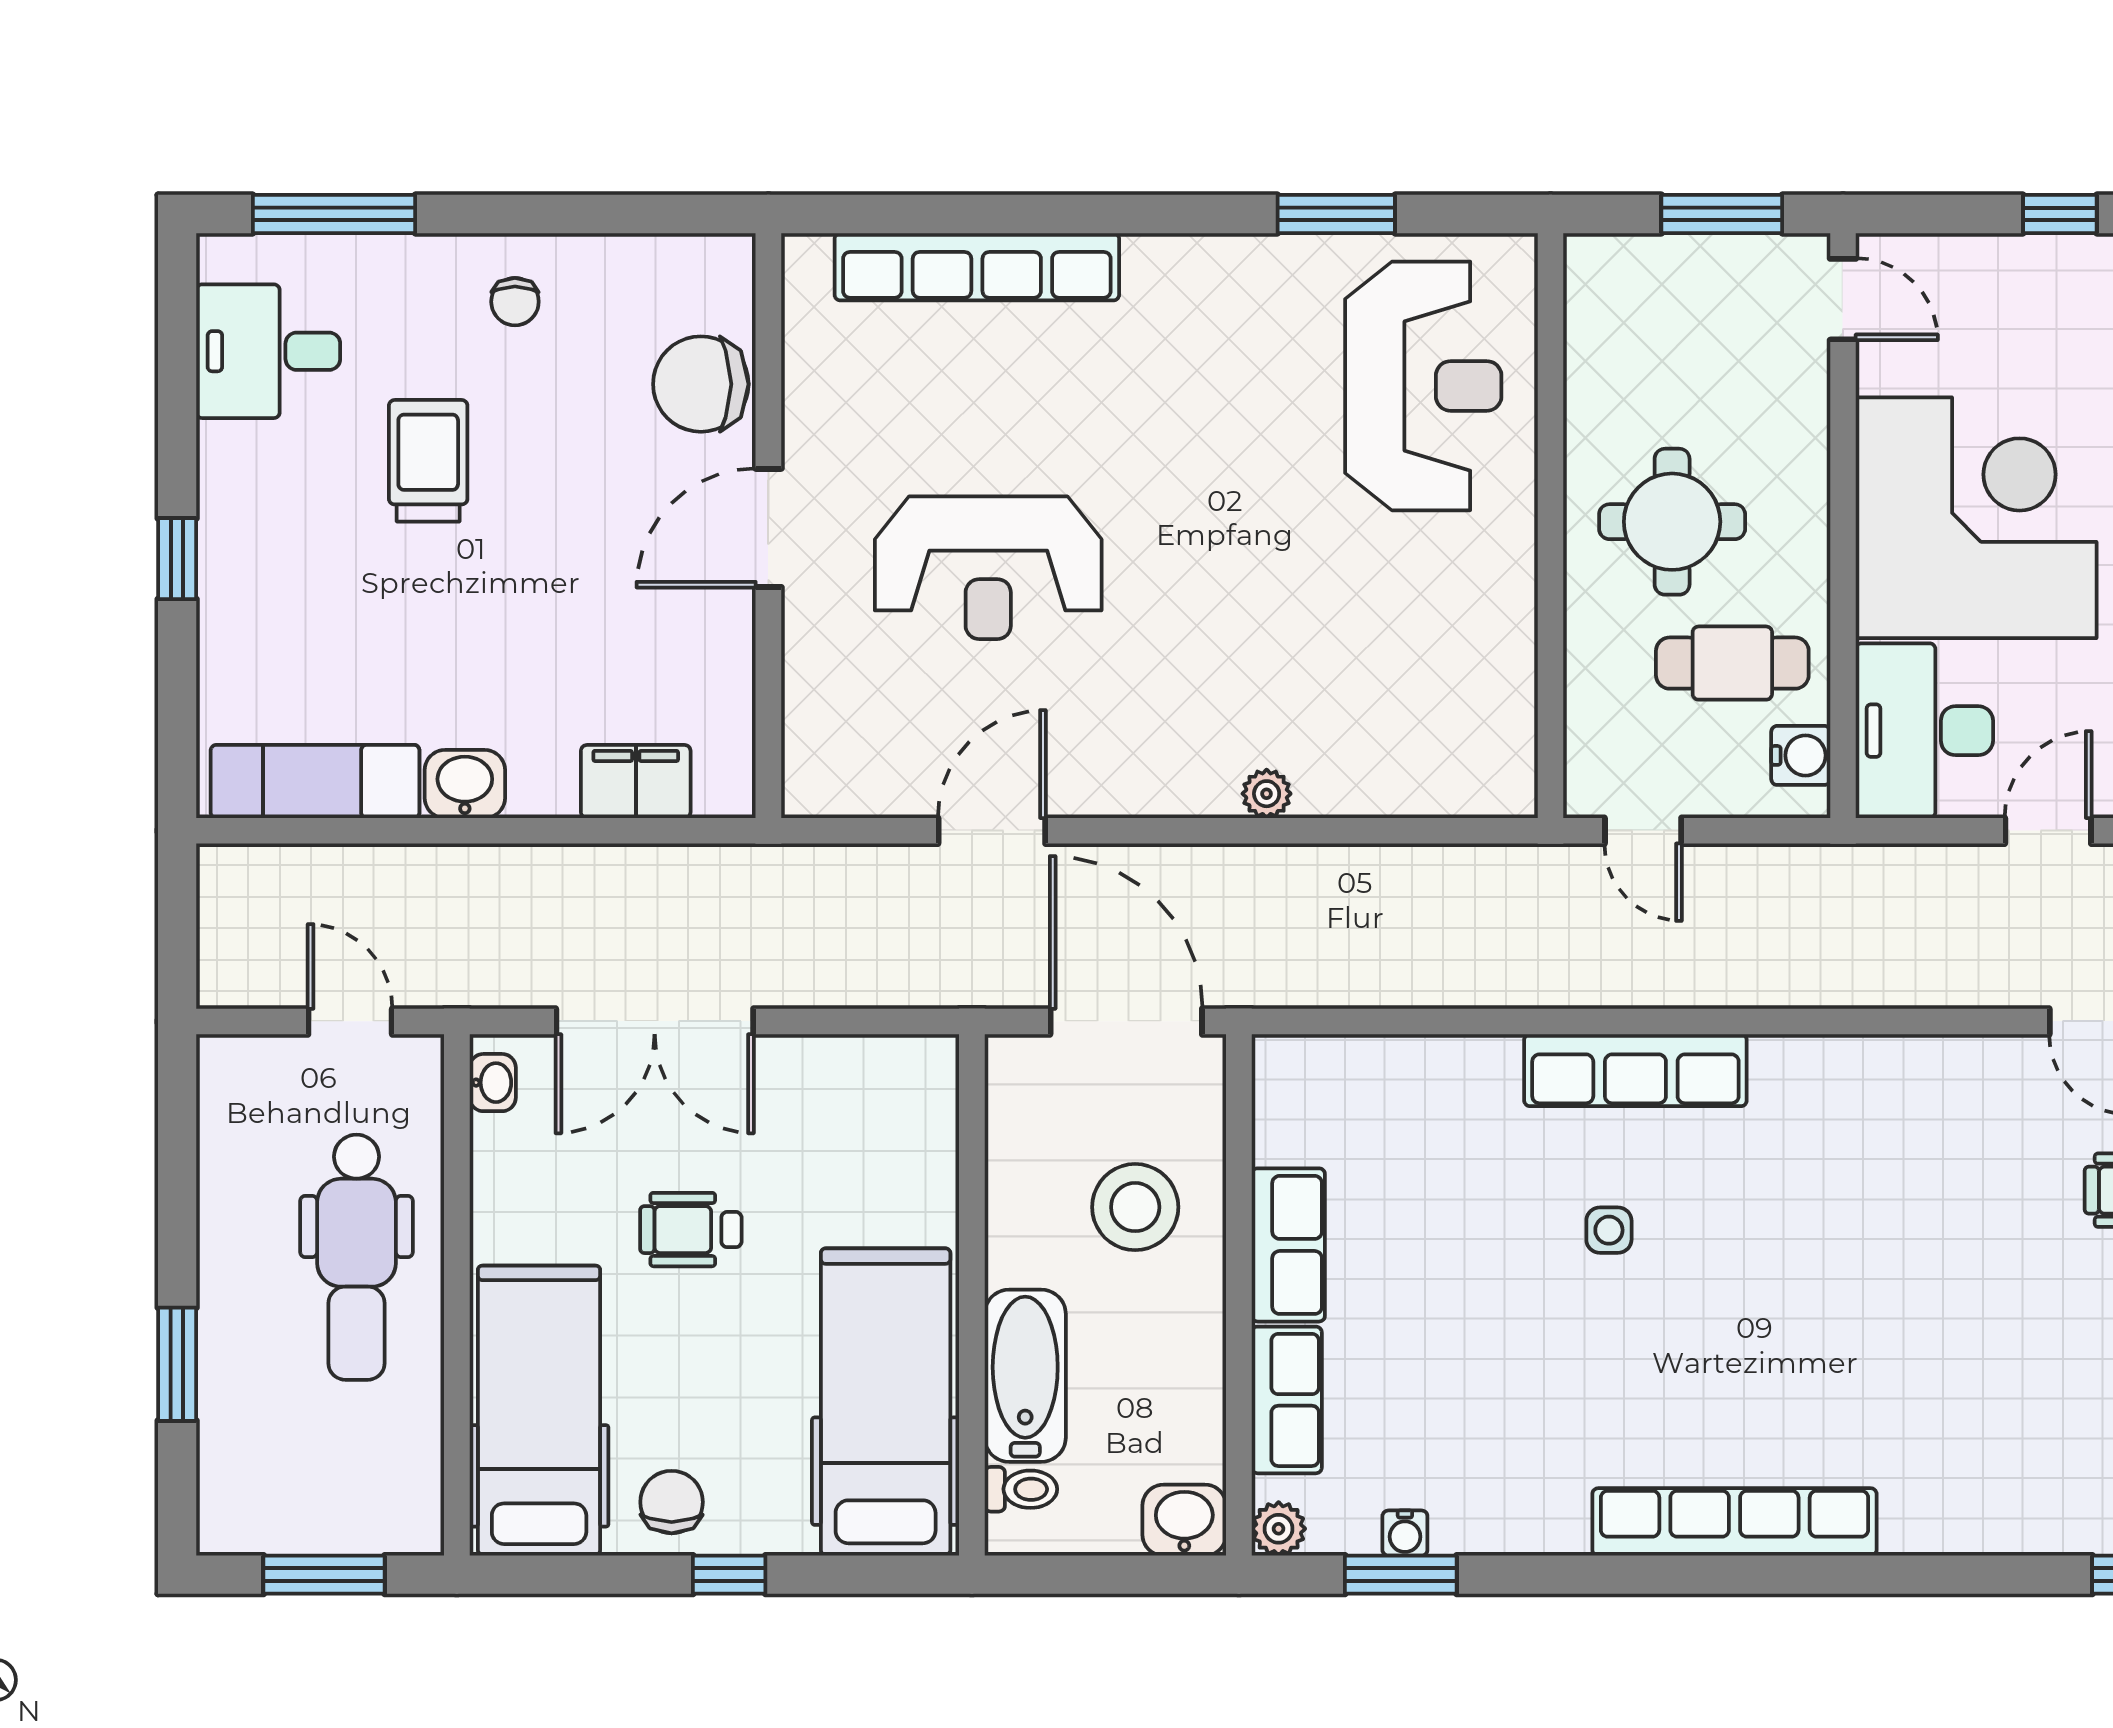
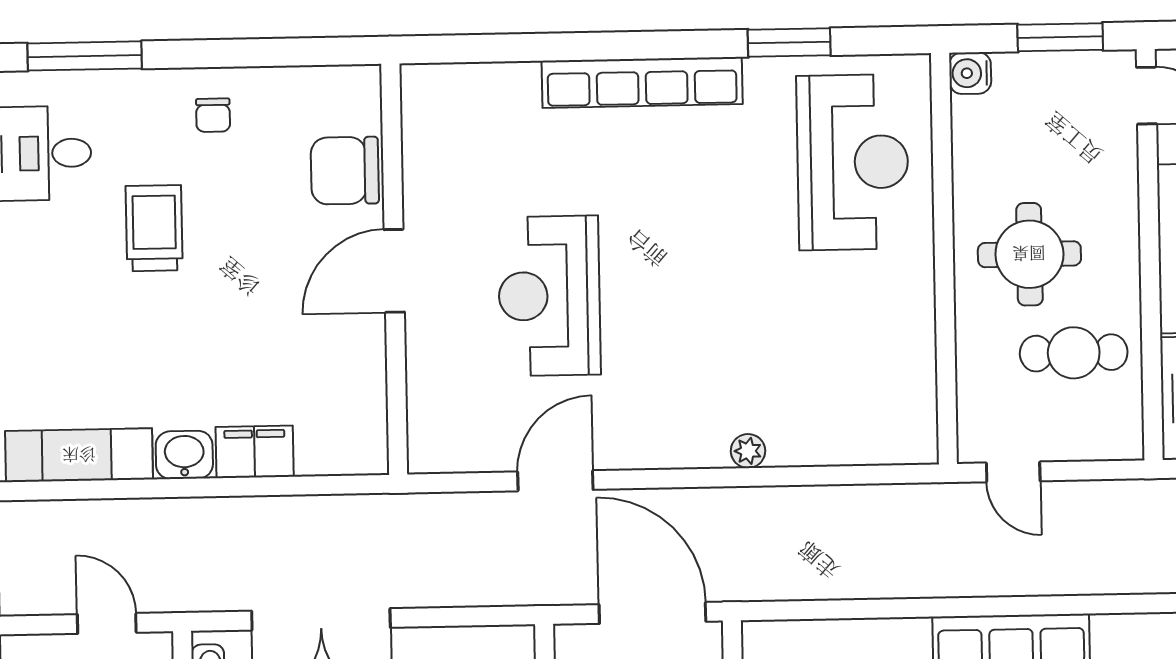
row of seats: (977, 267) -> (642, 82), moved
reception desk: (988, 568) -> (549, 296), turned 90
water cooler: (1801, 755) -> (970, 73), moved, turned 180
filing cabinet: (636, 781) -> (255, 452), moved

